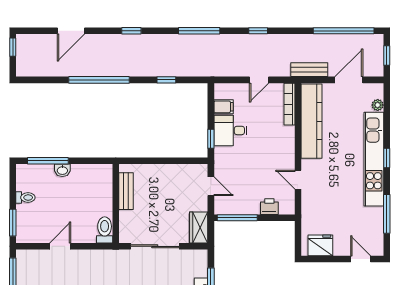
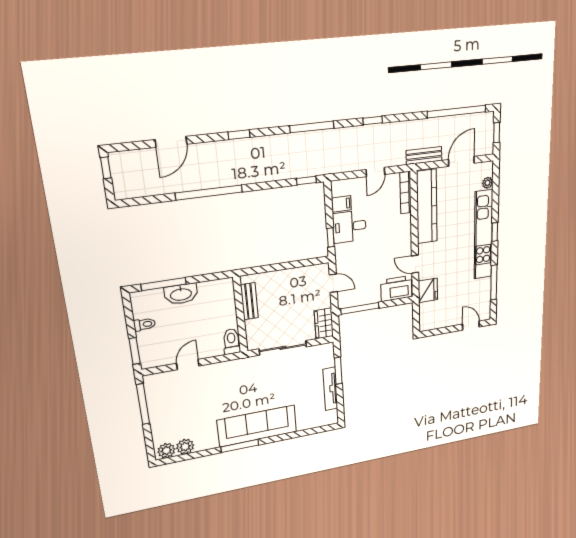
window: (166, 80) -> (306, 180), moved
washbasin: (62, 170) -> (181, 294), width x1.91, depth x1.45
printer: (269, 207) -> (396, 288), width x1.87, depth x1.48
fridge: (320, 245) -> (428, 290), moved, turned 90

